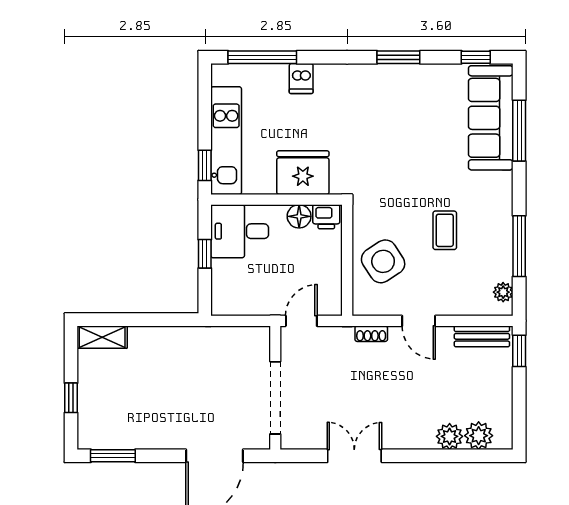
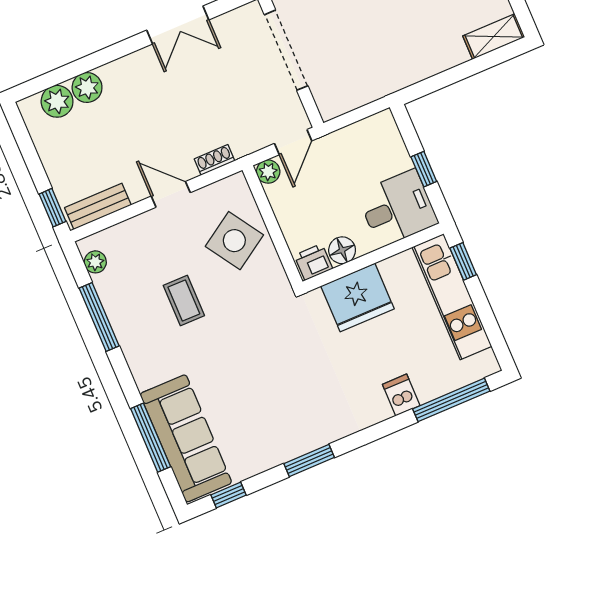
plant: (332, 306) -> (268, 172), added

